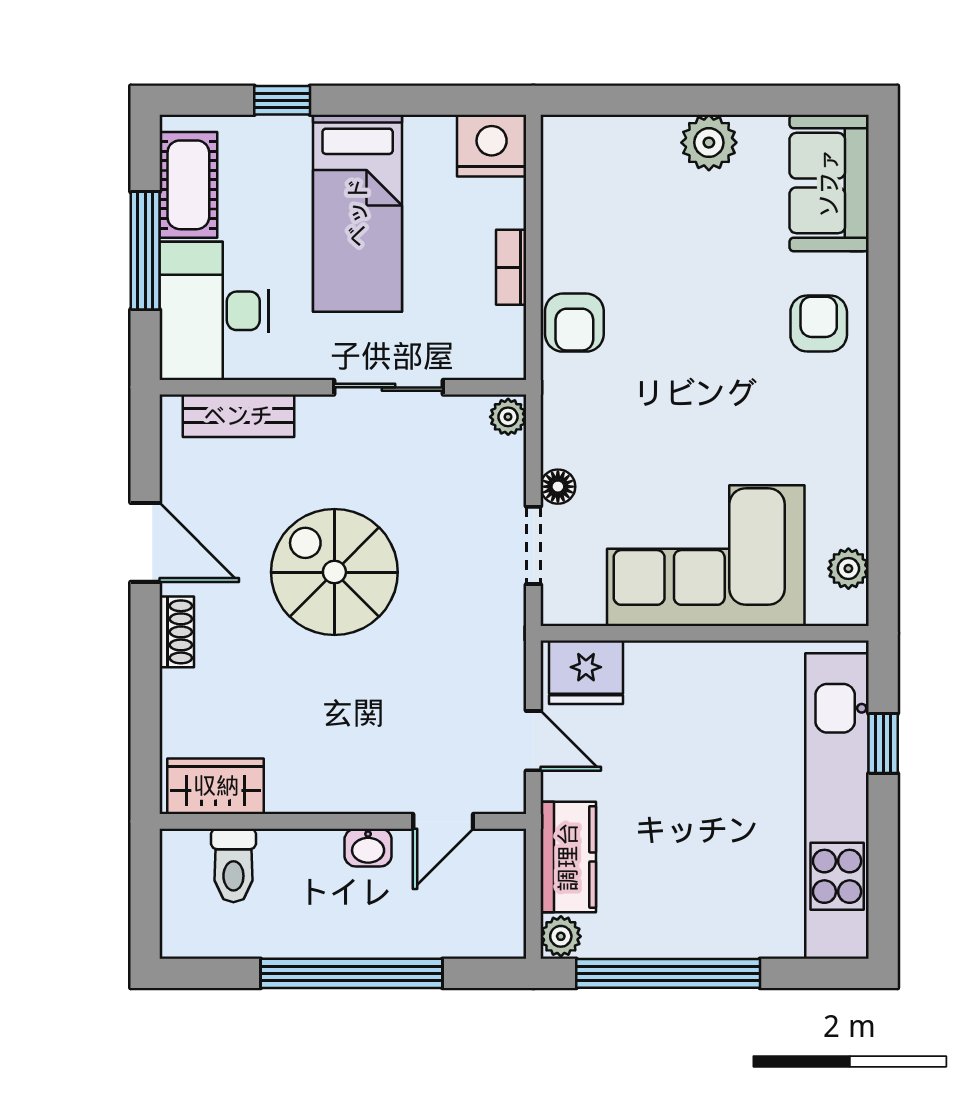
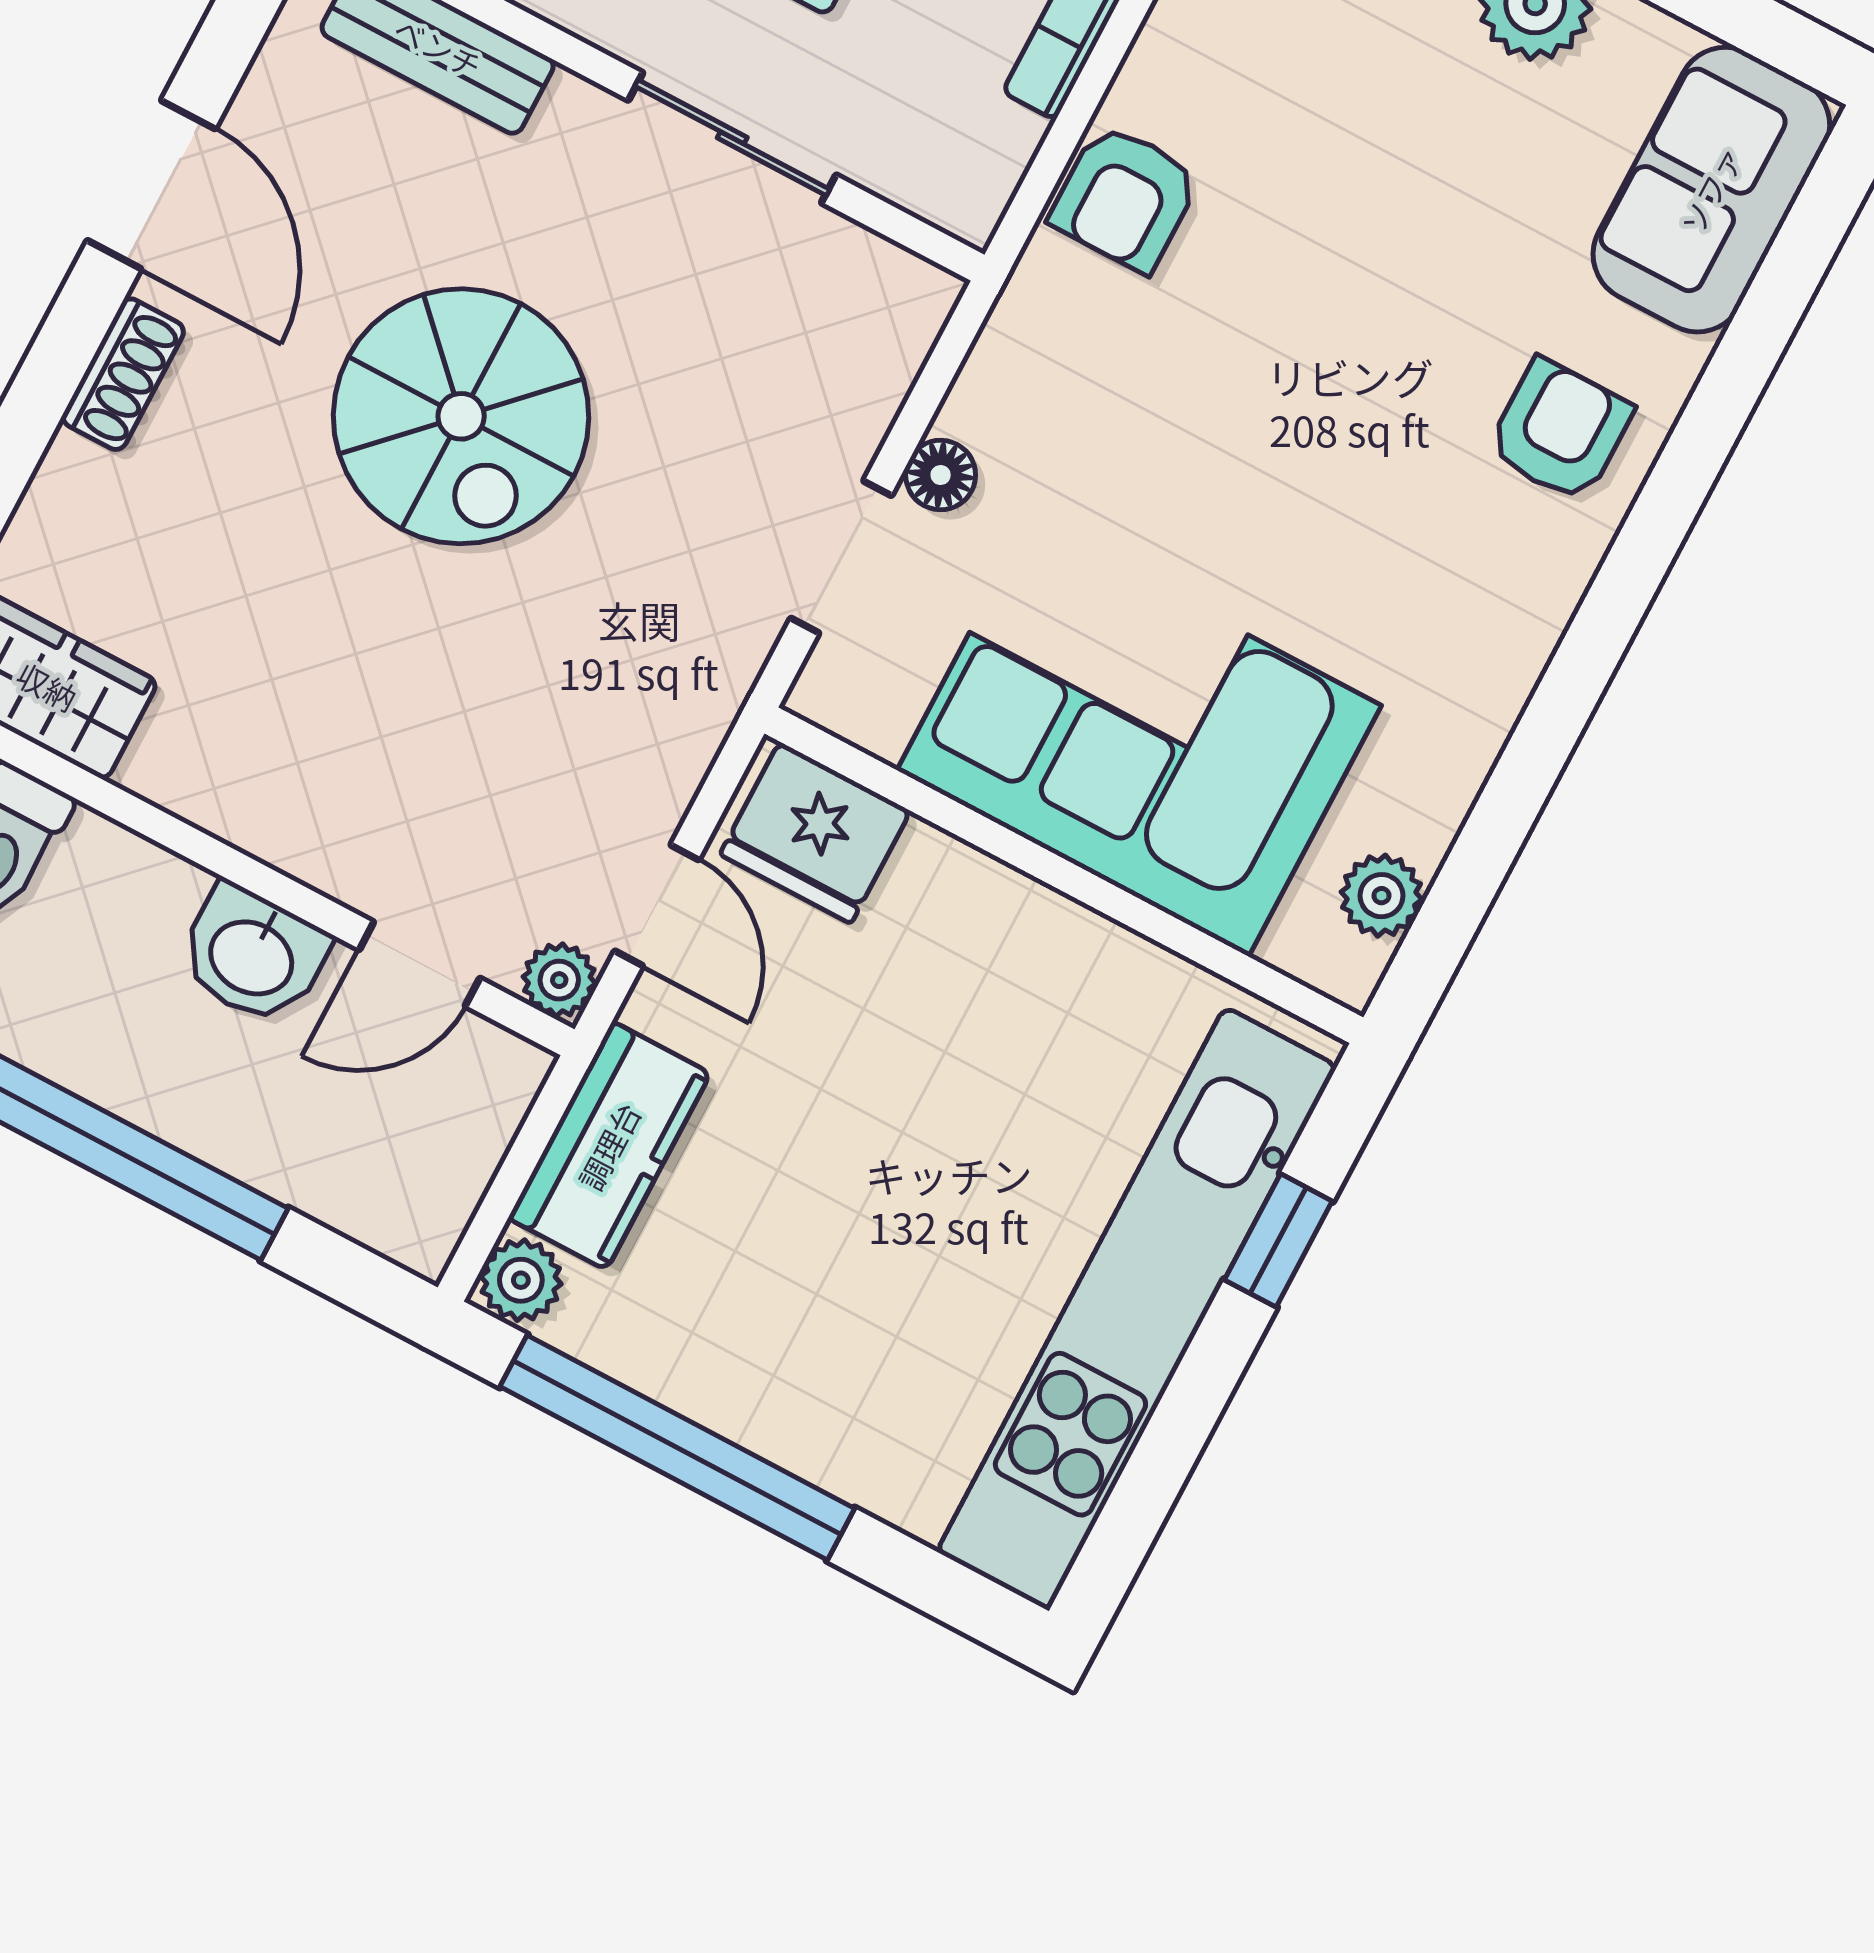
plant: (508, 417) -> (559, 980), moved
spiral stairs: (334, 572) -> (461, 416), turned 180
washbasin: (368, 848) -> (253, 955), width x1.38, depth x1.45

